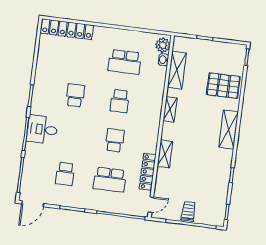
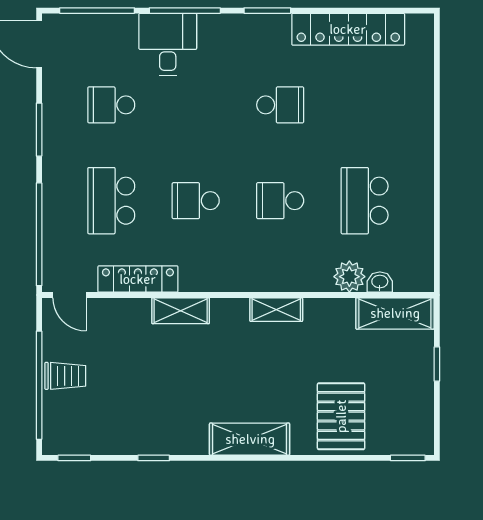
locker: (67, 29) -> (348, 29), moved, turned -90
plant: (163, 45) -> (349, 277), moved
shelving: (177, 70) -> (395, 313), moved
desk: (42, 130) -> (168, 44), moved
school desk: (115, 140) -> (196, 201), turned 180

